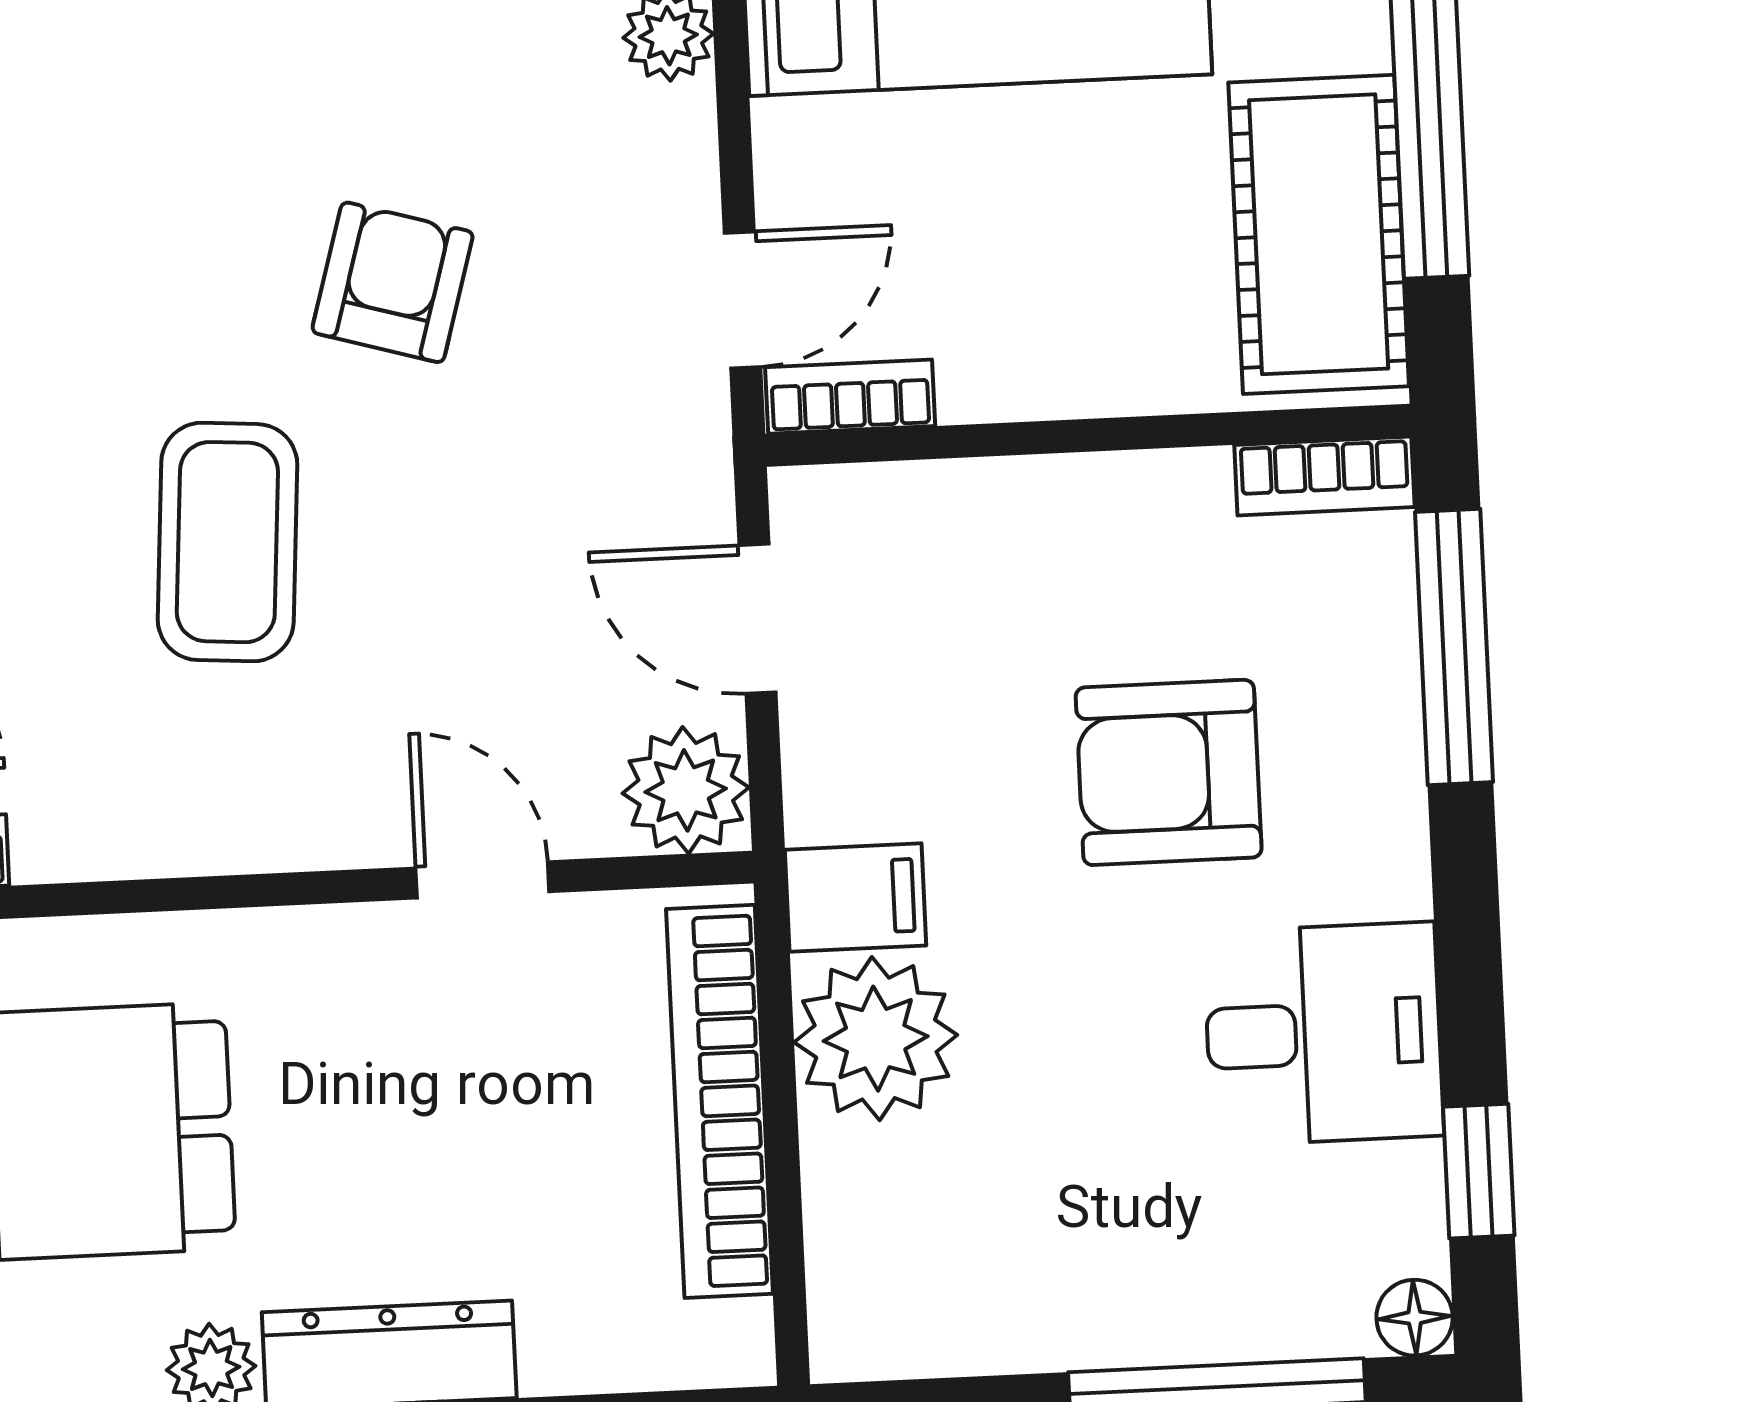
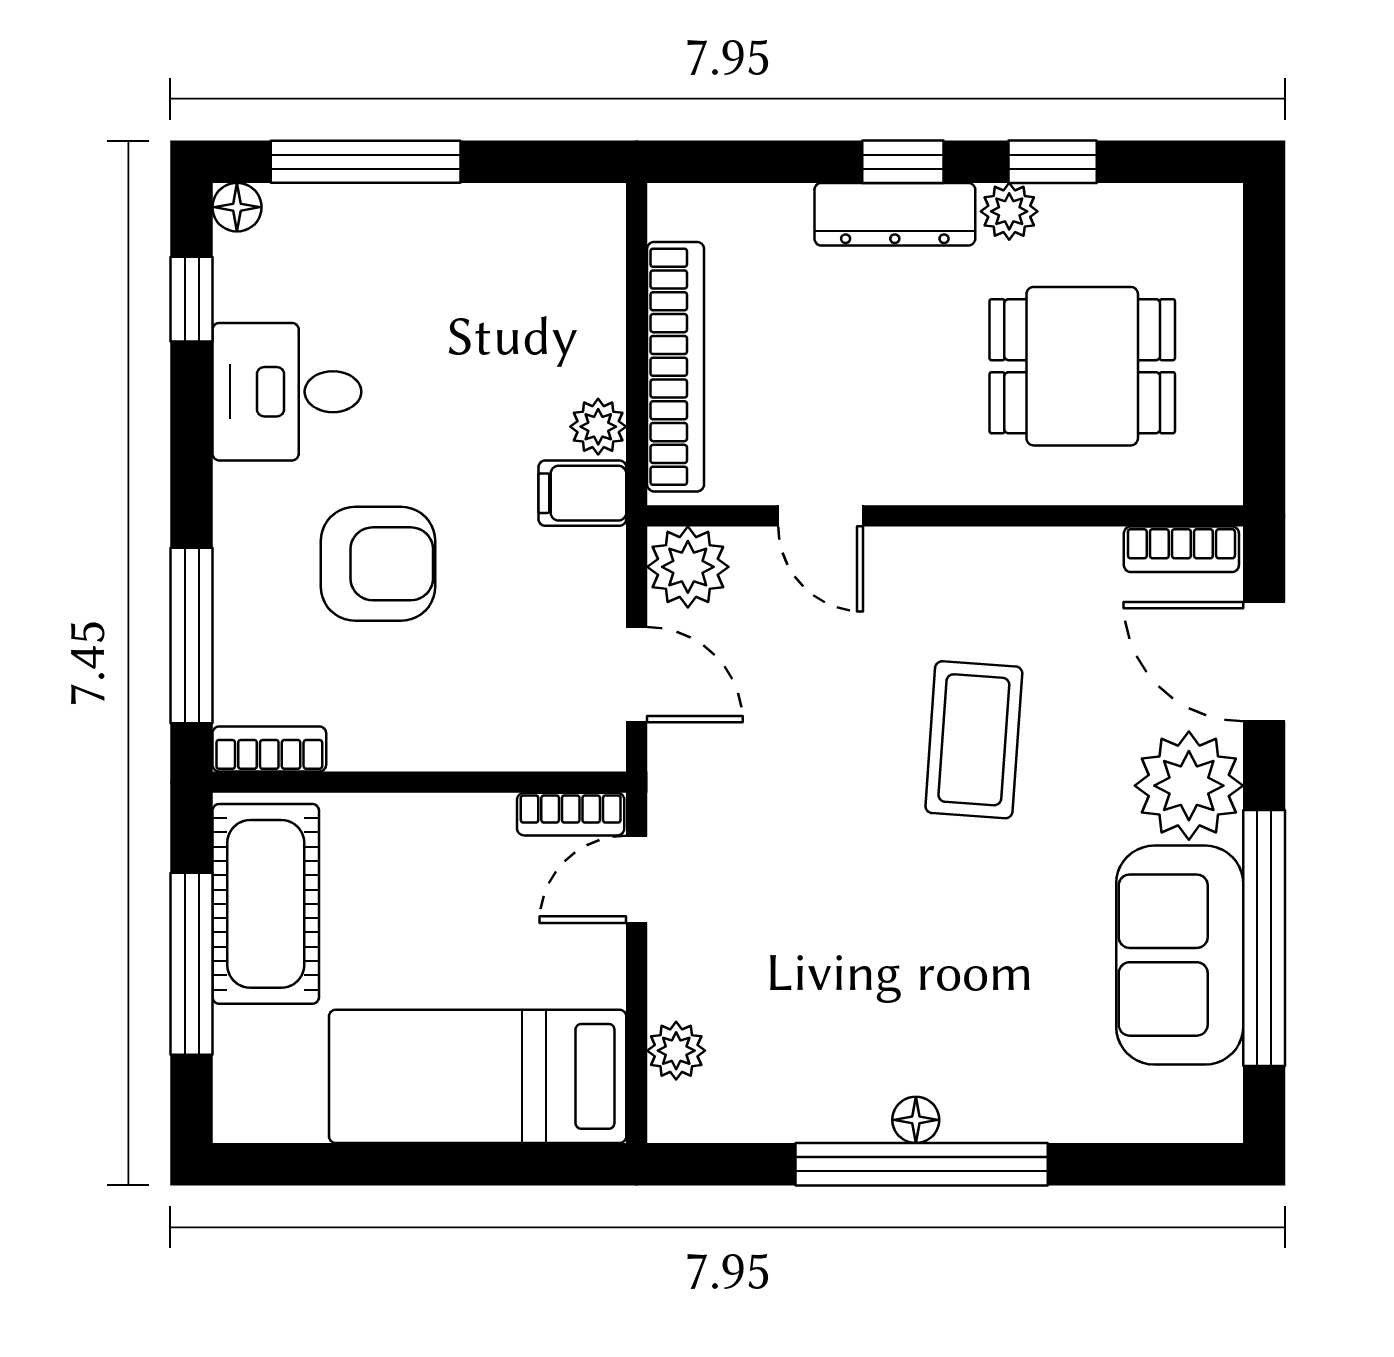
armchair: (393, 282) -> (860, 901), removed
plant: (876, 1039) -> (598, 427), width x0.53, depth x0.53

